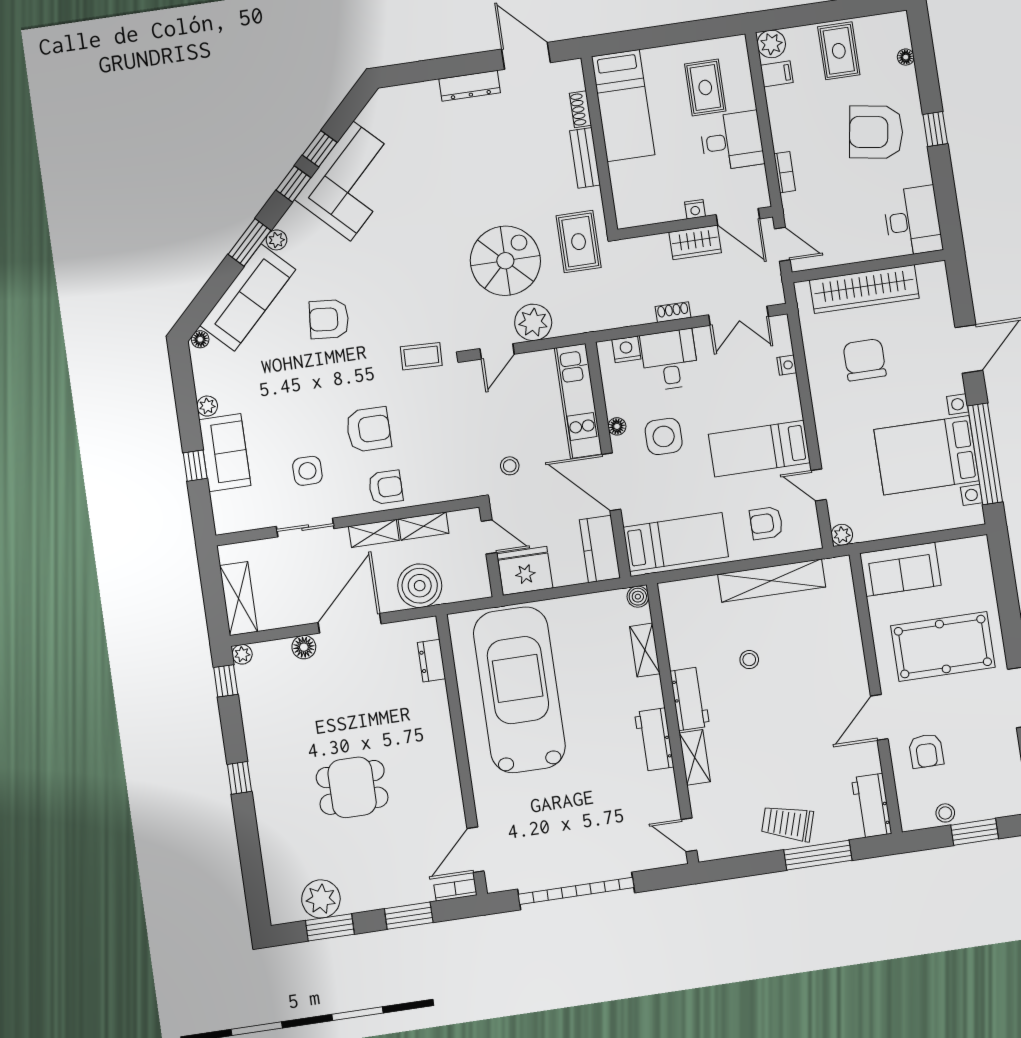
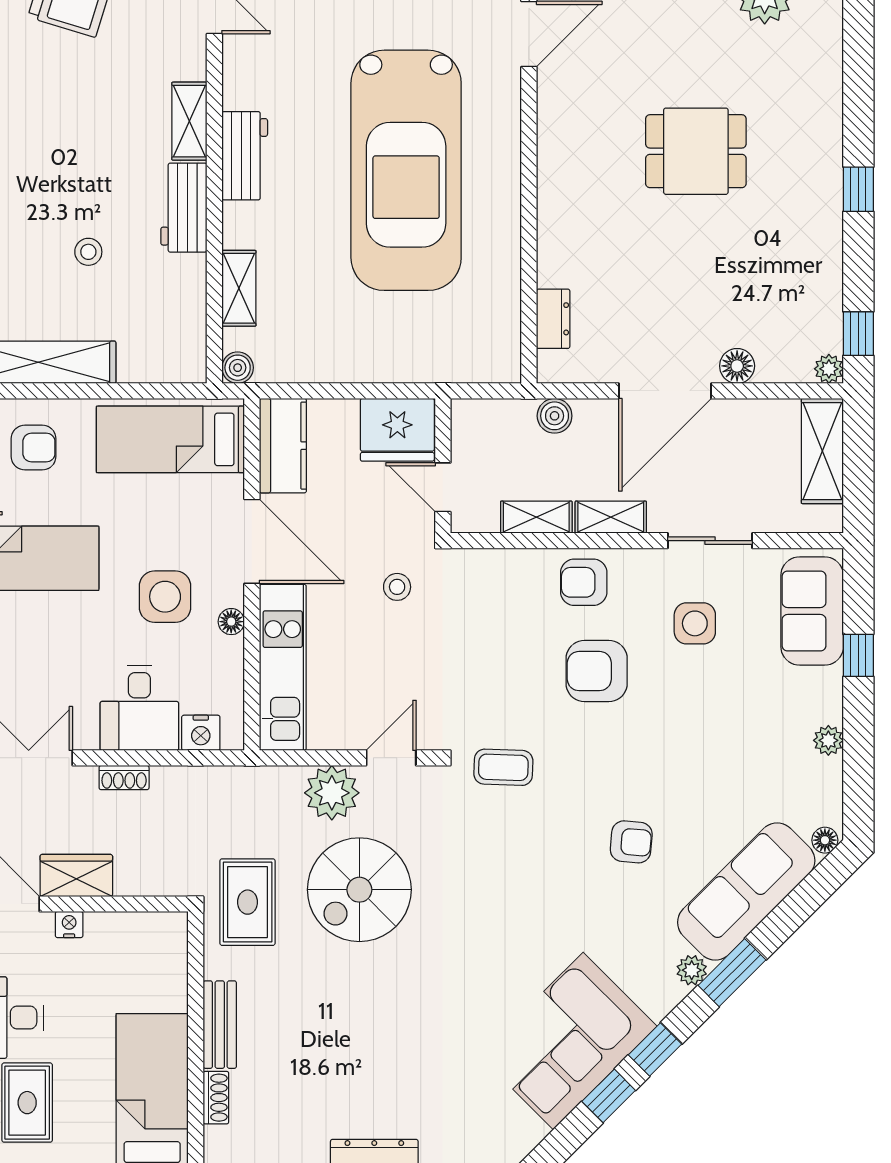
armchair: (329, 319) -> (631, 842), width x0.72, depth x0.72
sofa: (225, 453) -> (812, 611), moved
boiler: (420, 586) -> (555, 416), width x0.54, depth x0.54
car: (519, 690) -> (406, 170), moved

